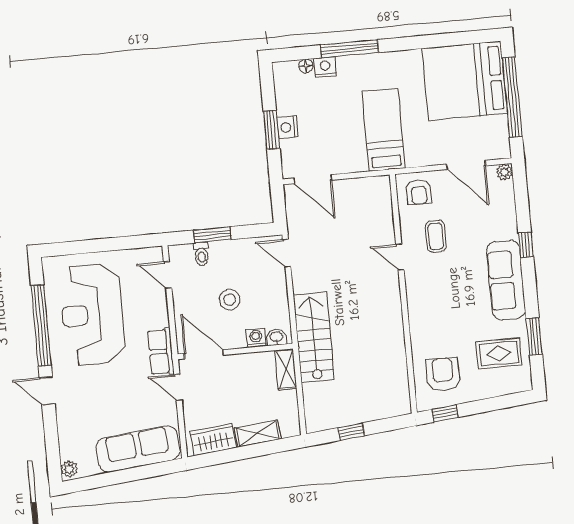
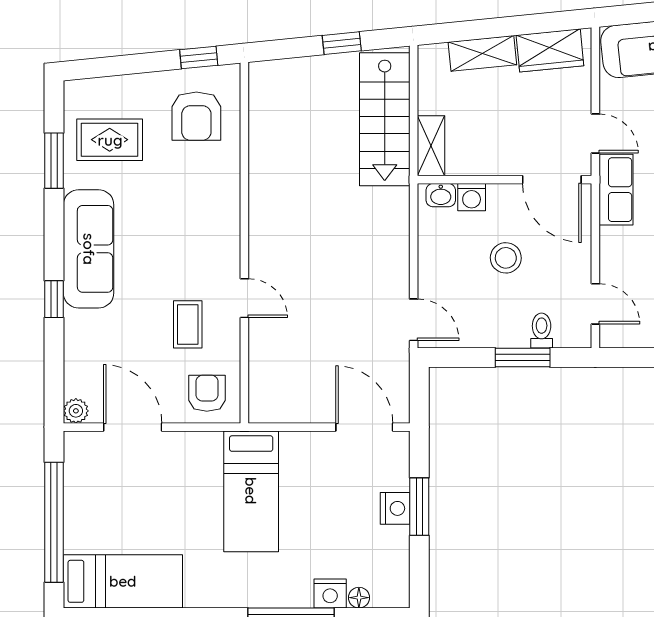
bed: (465, 81) -> (123, 581), width x0.49
stairs: (314, 337) -> (385, 119), moved

